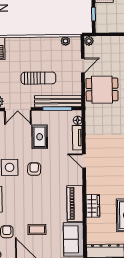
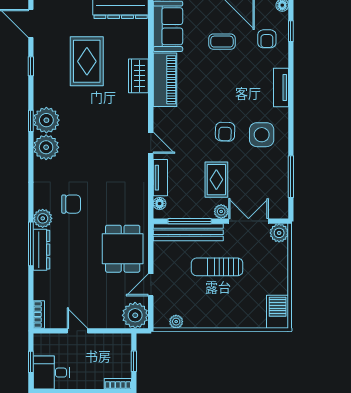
plant: (89, 41) -> (135, 315), width x1.88, depth x1.88
dining table: (102, 90) -> (123, 249), turned 90
plant: (36, 115) -> (221, 211), added

